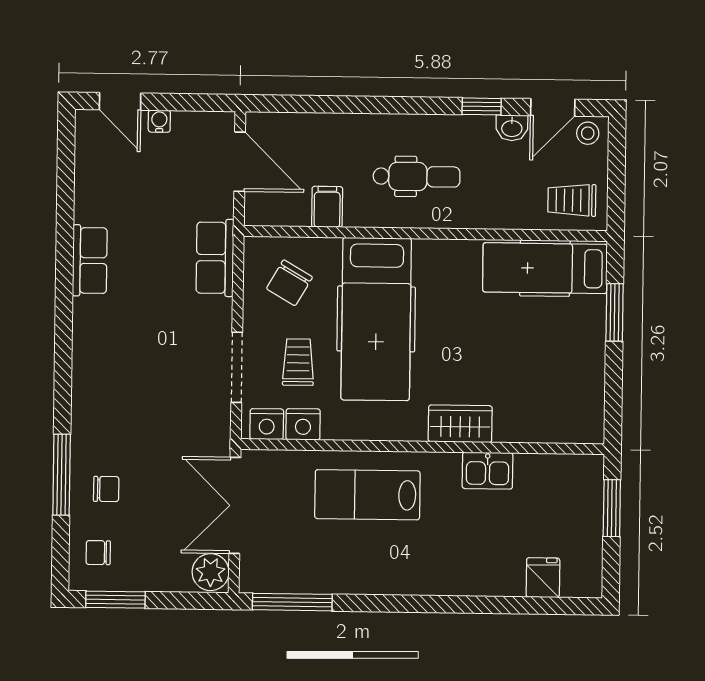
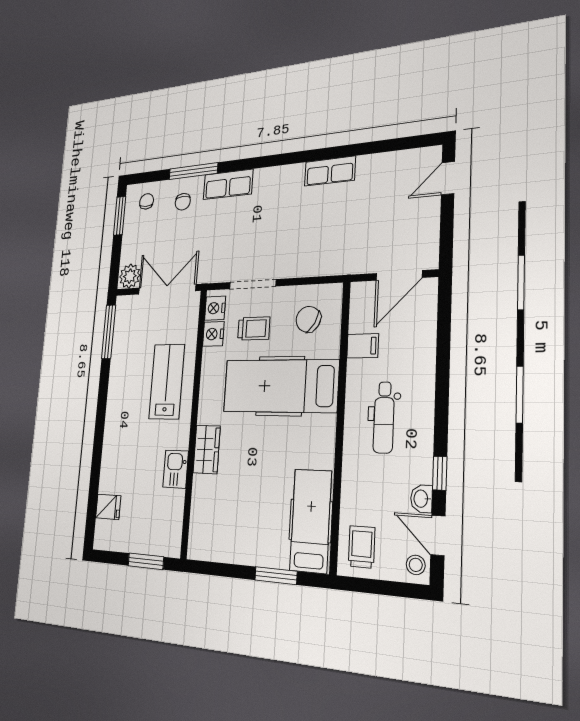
water cooler: (159, 121) -> (432, 210), removed
row of seats: (215, 258) -> (228, 184), moved, turned 180

